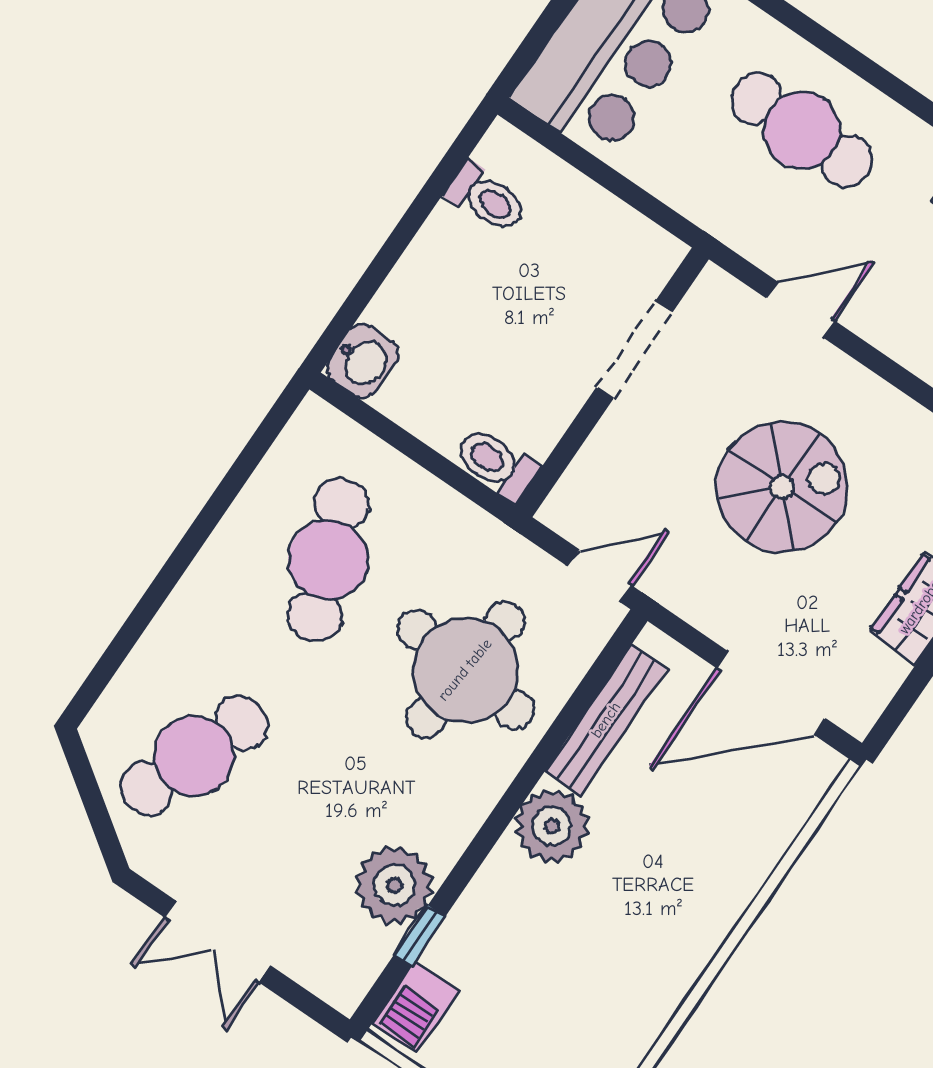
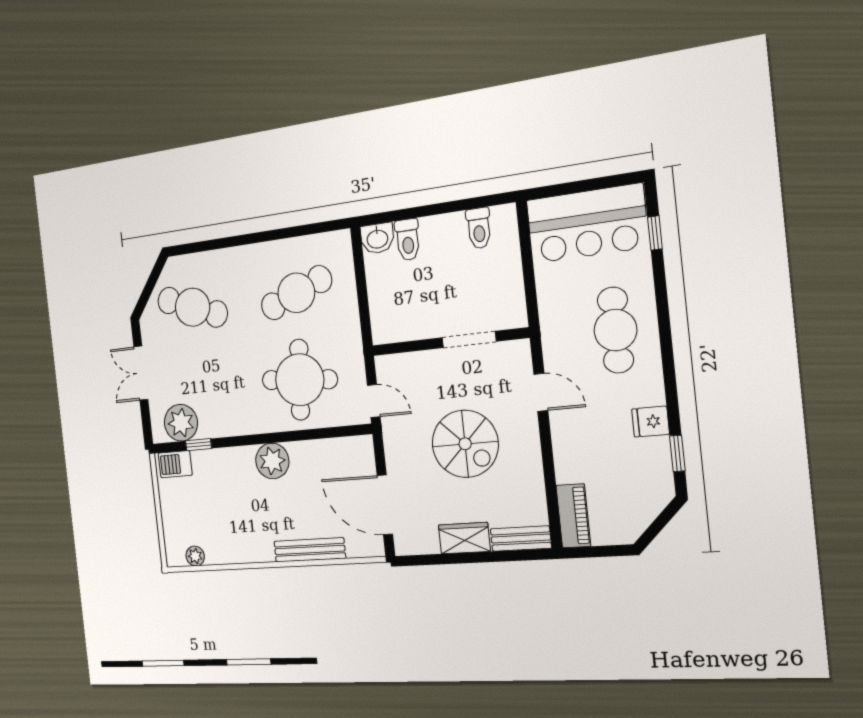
toilet: (496, 463) -> (408, 240), moved, turned 180
bench: (606, 720) -> (310, 550), moved
plant: (394, 885) -> (181, 423), moved

